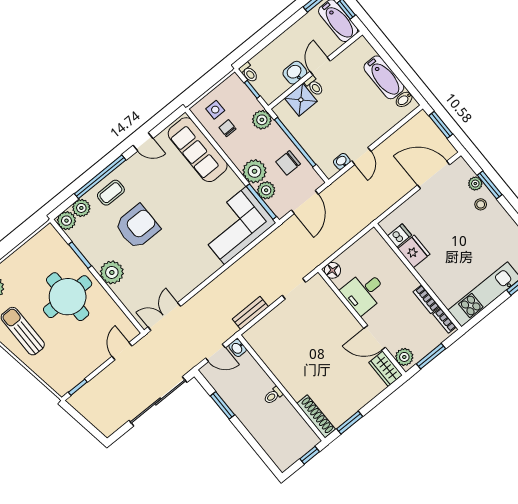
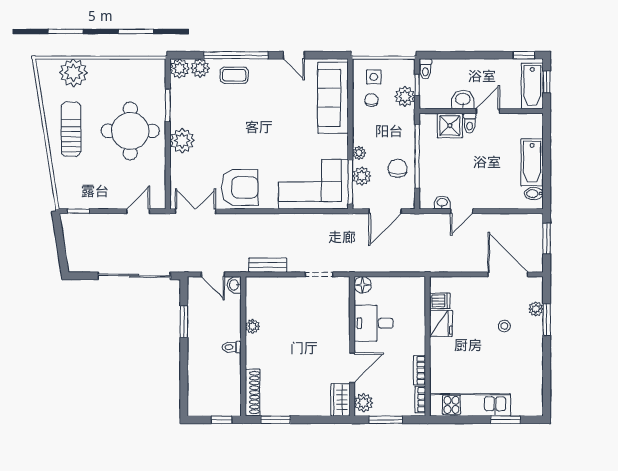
plant: (262, 120) -> (405, 96), moved
chair: (288, 163) -> (398, 168), turned 90
plant: (255, 171) -> (359, 153), width x0.53, depth x0.53
stool: (481, 204) -> (504, 326), moved
armchair: (137, 227) -> (240, 187), moved
door: (375, 338) -> (352, 368), swing flipped
plant: (276, 367) -> (252, 326), added

